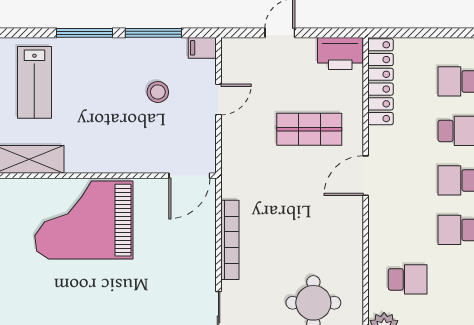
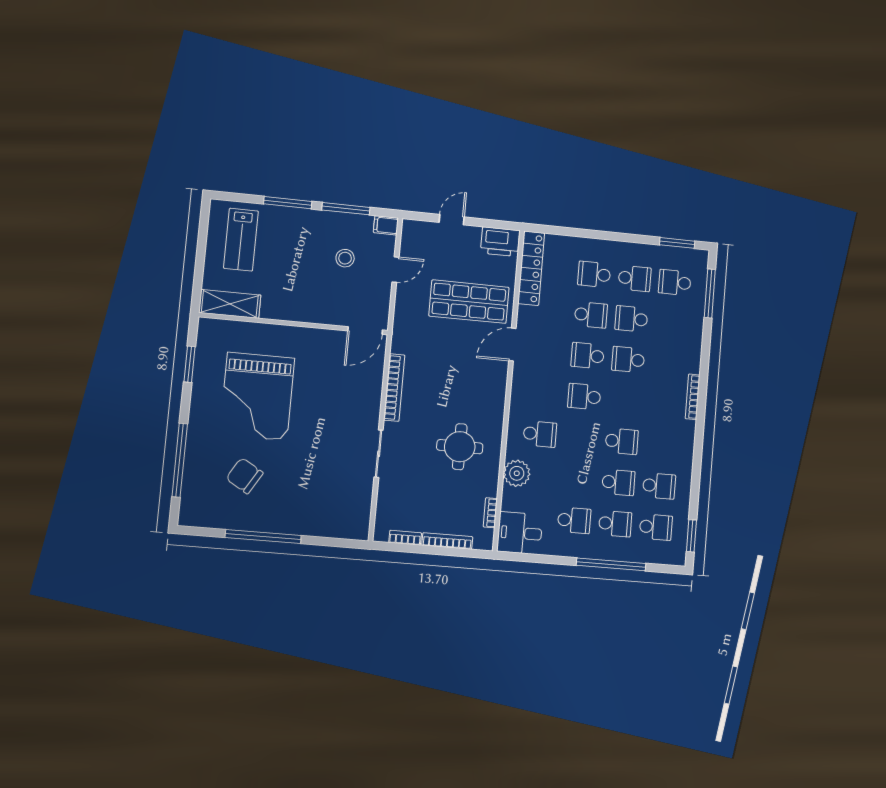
shop shelf: (309, 129) -> (469, 302), width x1.43, depth x1.36
grand piano: (84, 220) -> (257, 396), moved, turned -90

